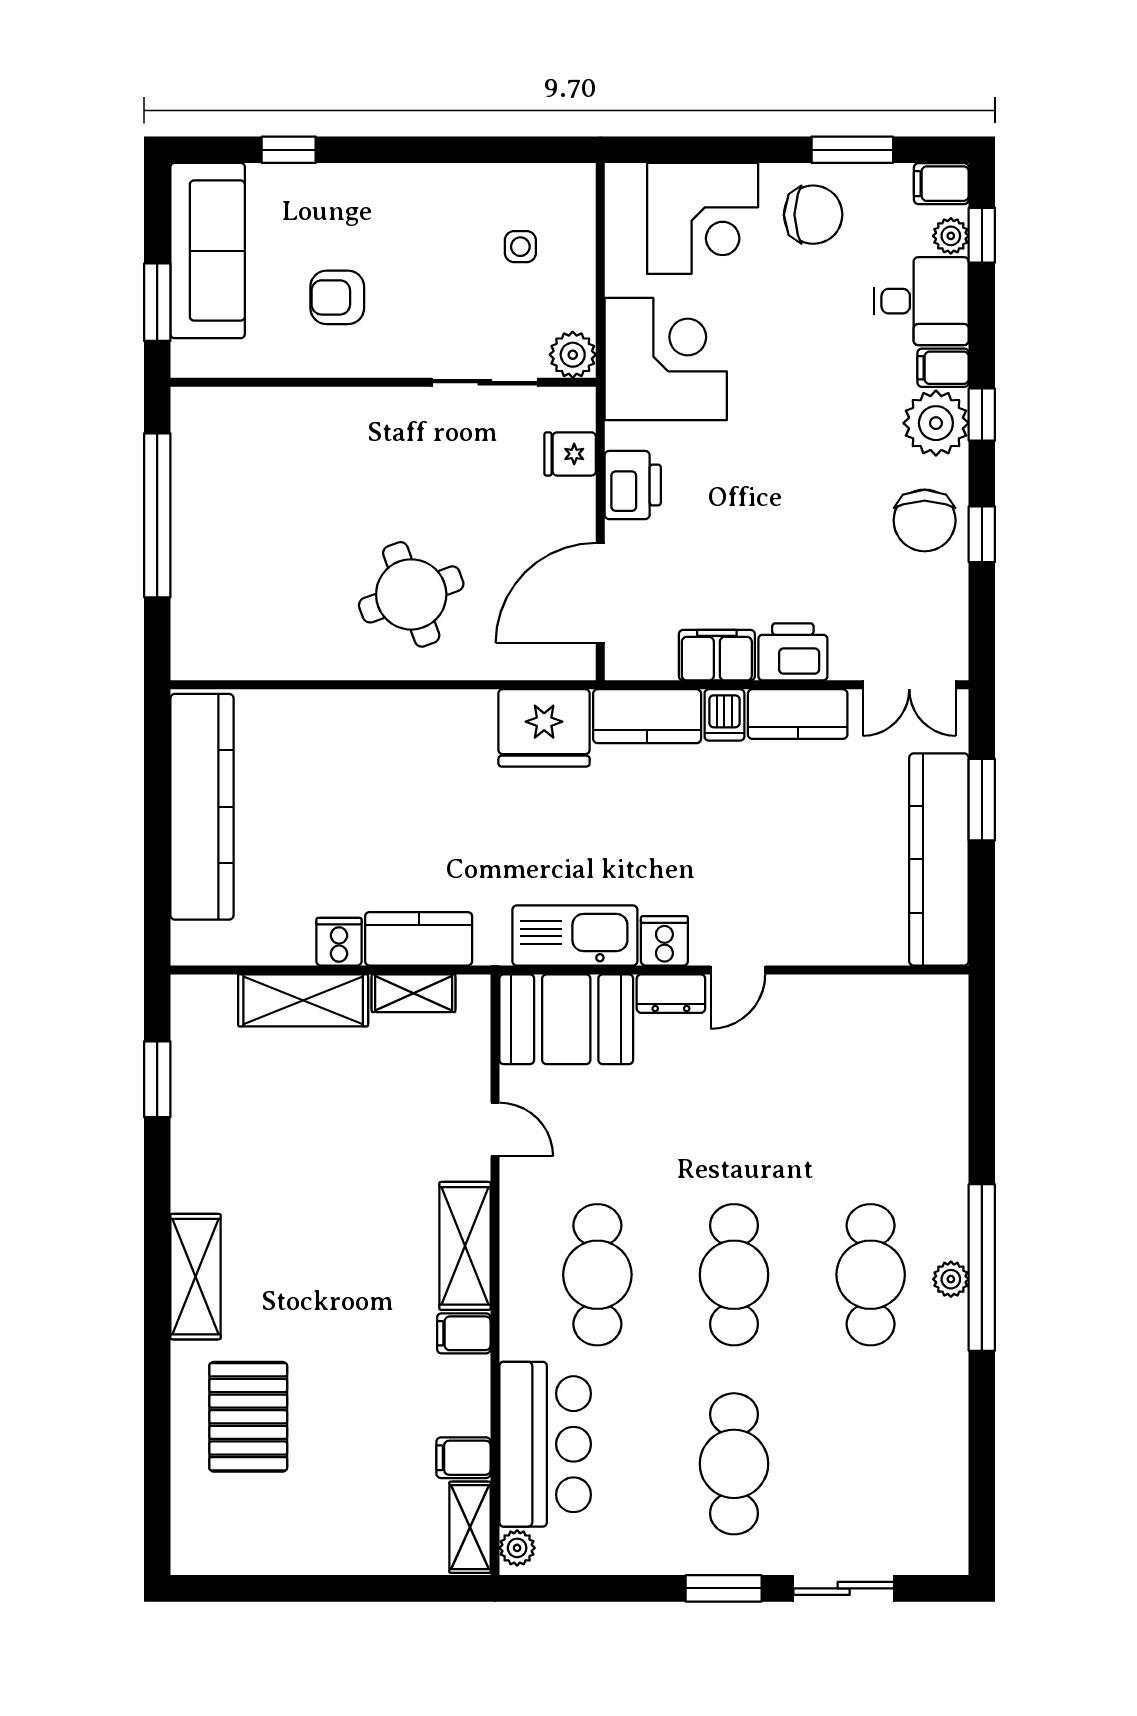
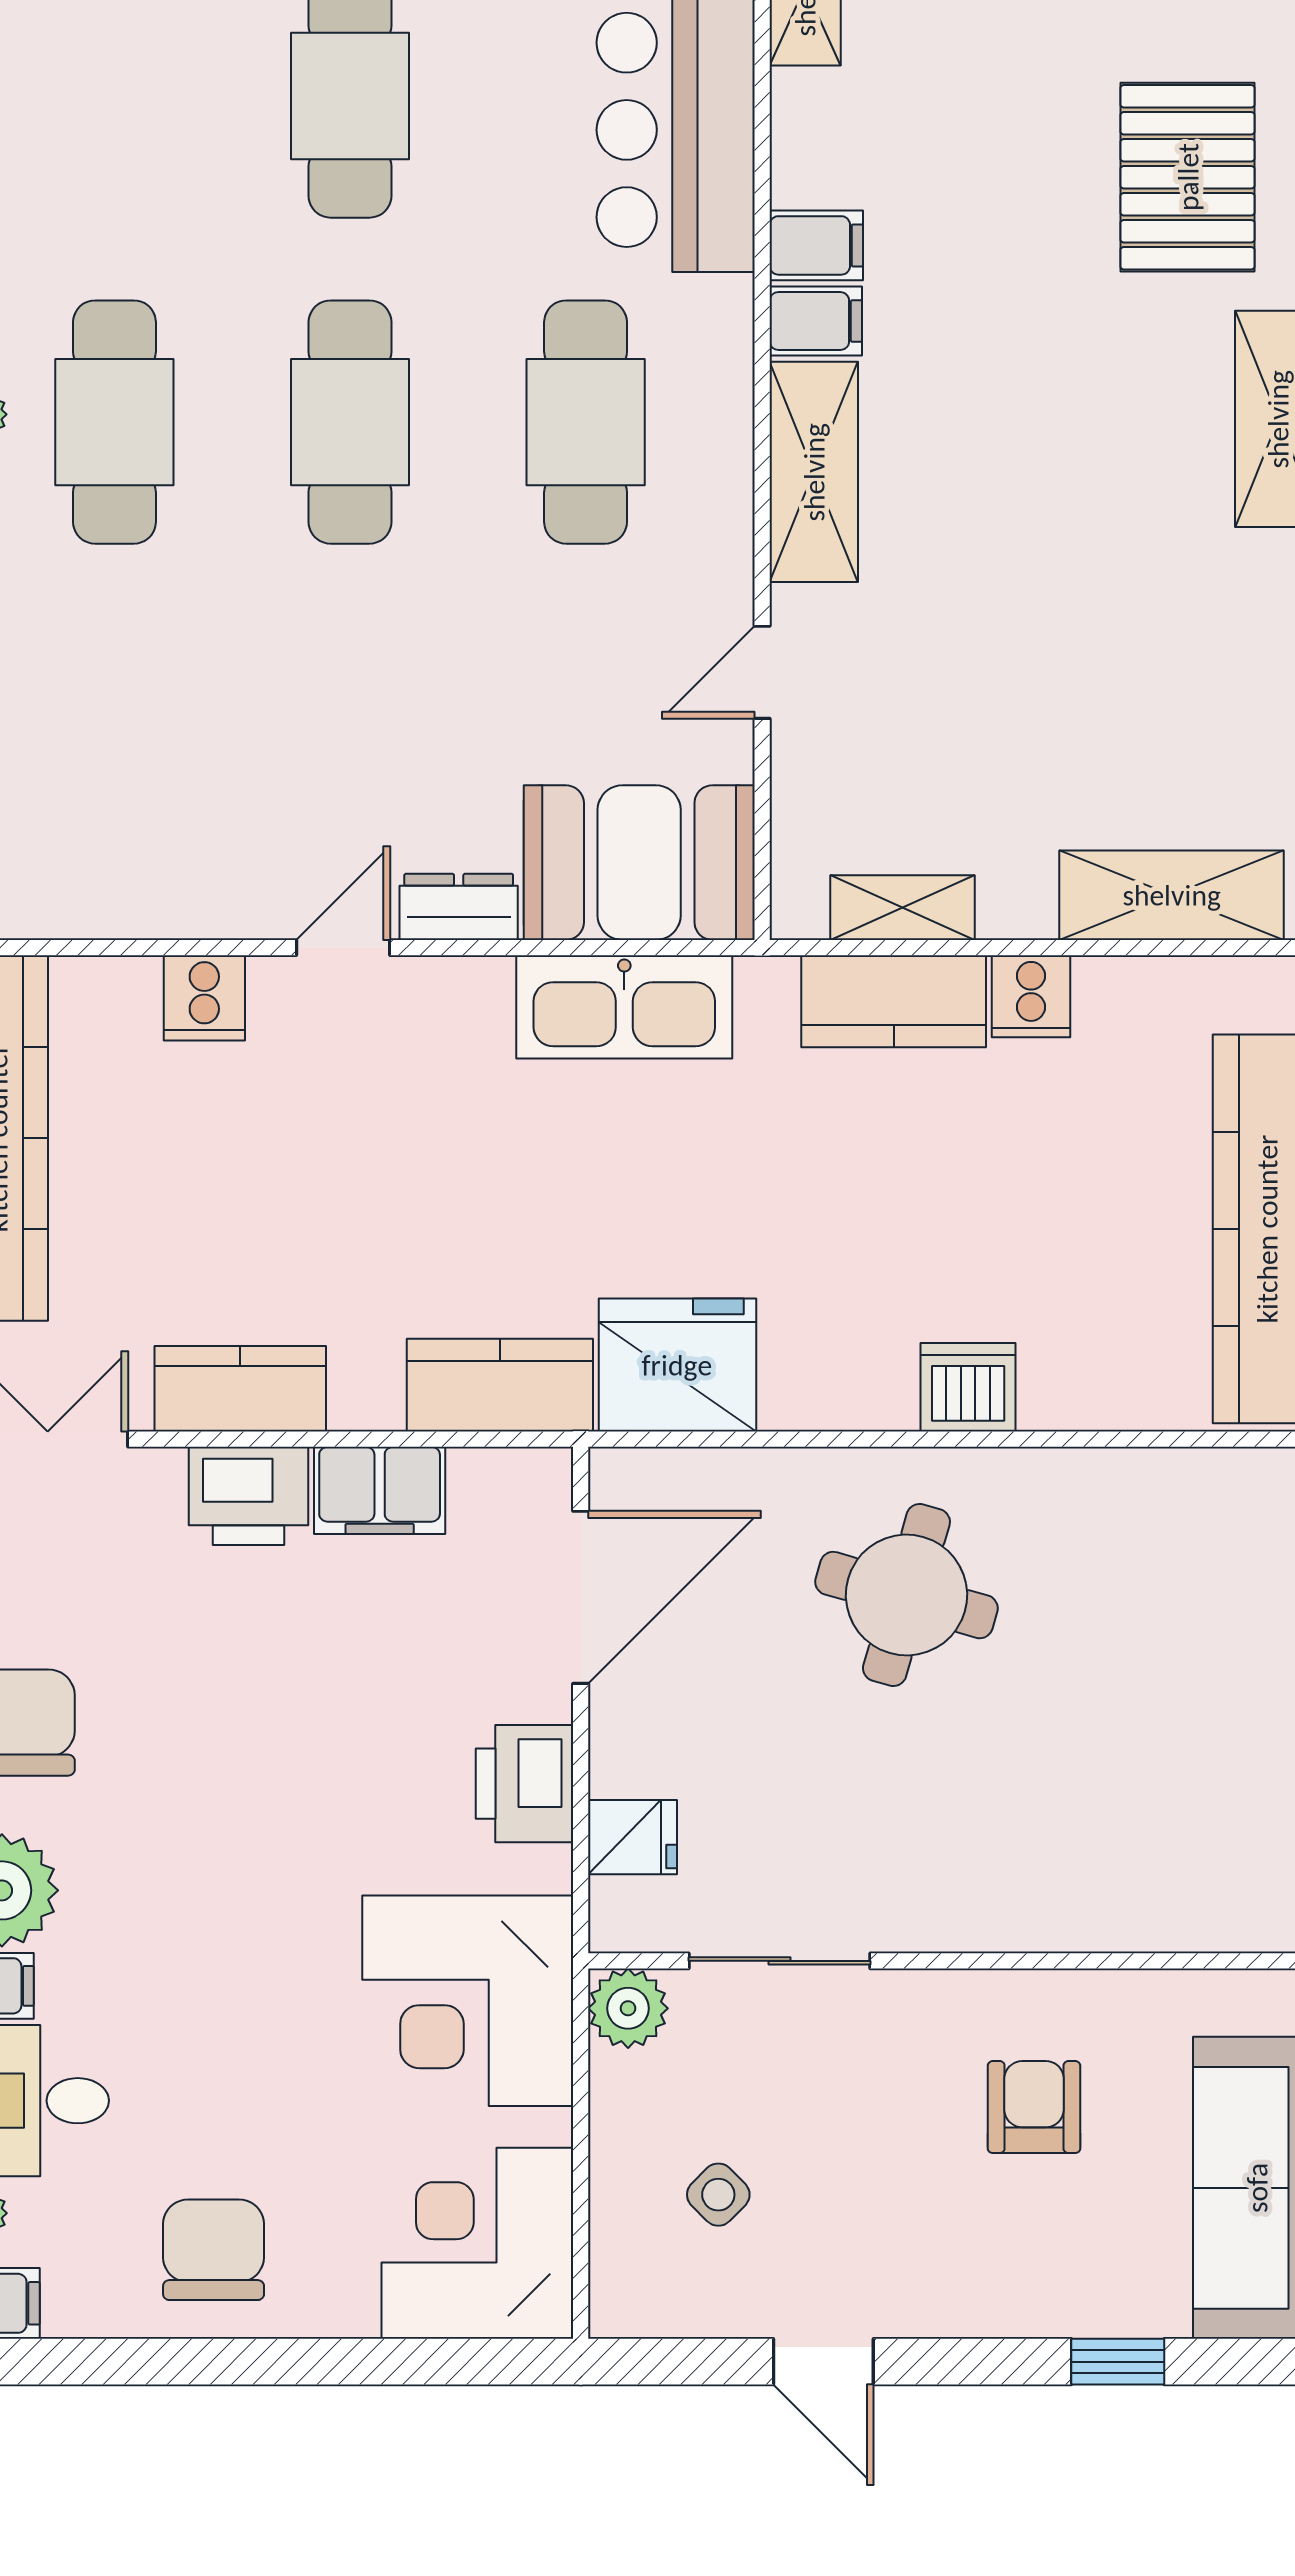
door: (459, 150) -> (823, 2362), added
window: (852, 150) -> (146, 2362), removed
chair: (813, 215) -> (214, 2250), turned 90
corner desk: (703, 218) -> (477, 2243), moved
side table: (520, 247) -> (718, 2195), turned 45
armchair: (337, 297) -> (1034, 2107), turned -90
round table: (411, 594) -> (906, 1595), turned 36
dishwasher: (724, 715) -> (968, 1387), moved, width x1.38
cooker: (664, 941) -> (204, 998), moved
shelving: (303, 1000) -> (1172, 895), moved
door: (495, 1130) -> (762, 672), hinge flipped
filing cabinet: (463, 1458) -> (816, 245), moved

